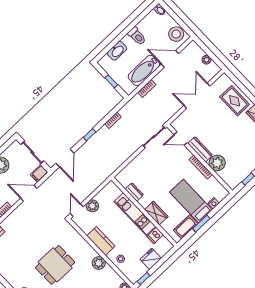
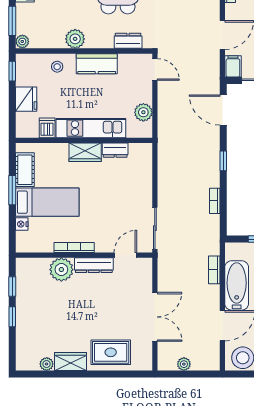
plant: (92, 206) -> (143, 112), moved
wardrobe: (156, 213) -> (85, 152), moved
dresser: (75, 236) -> (128, 41), added

